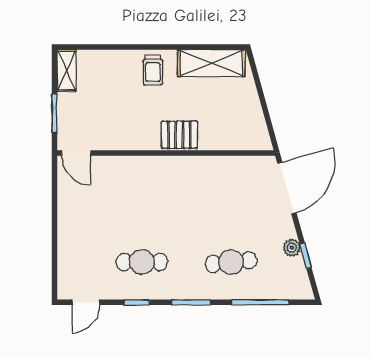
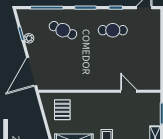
pallet: (179, 135) -> (62, 110), moved, turned 90
door: (76, 153) -> (129, 91), moved
cafe table: (231, 262) -> (63, 30), turned 30

